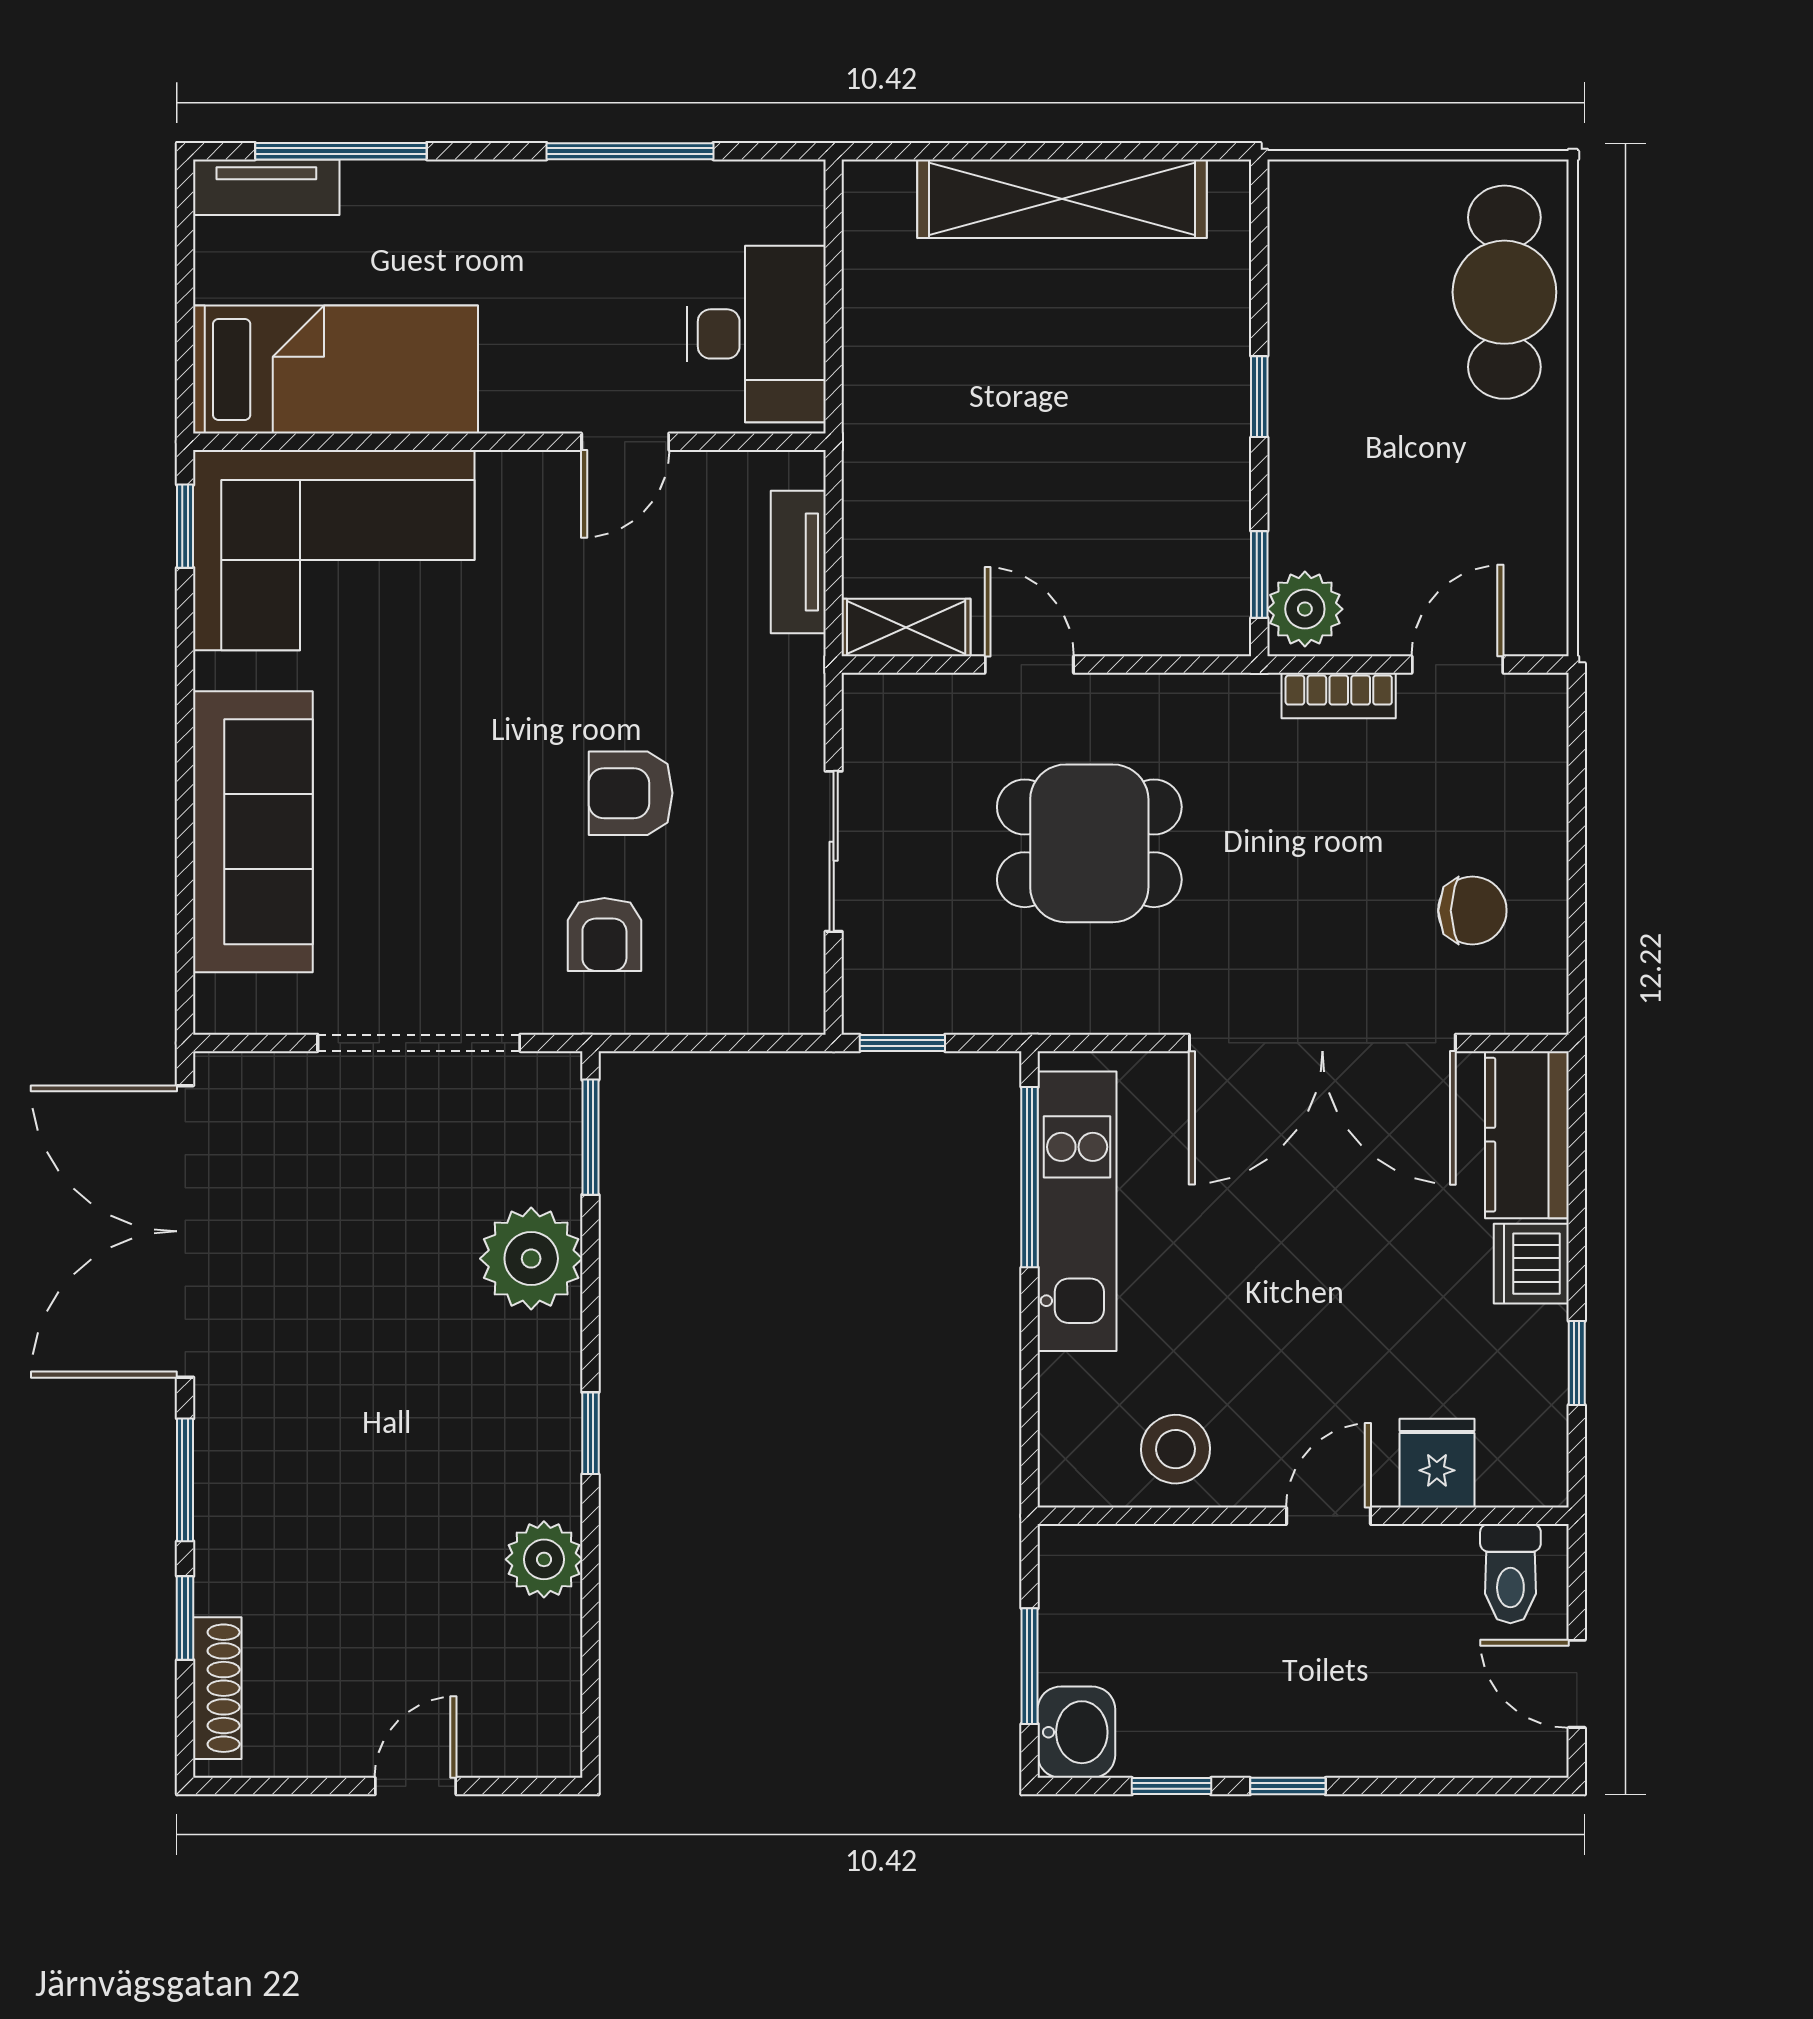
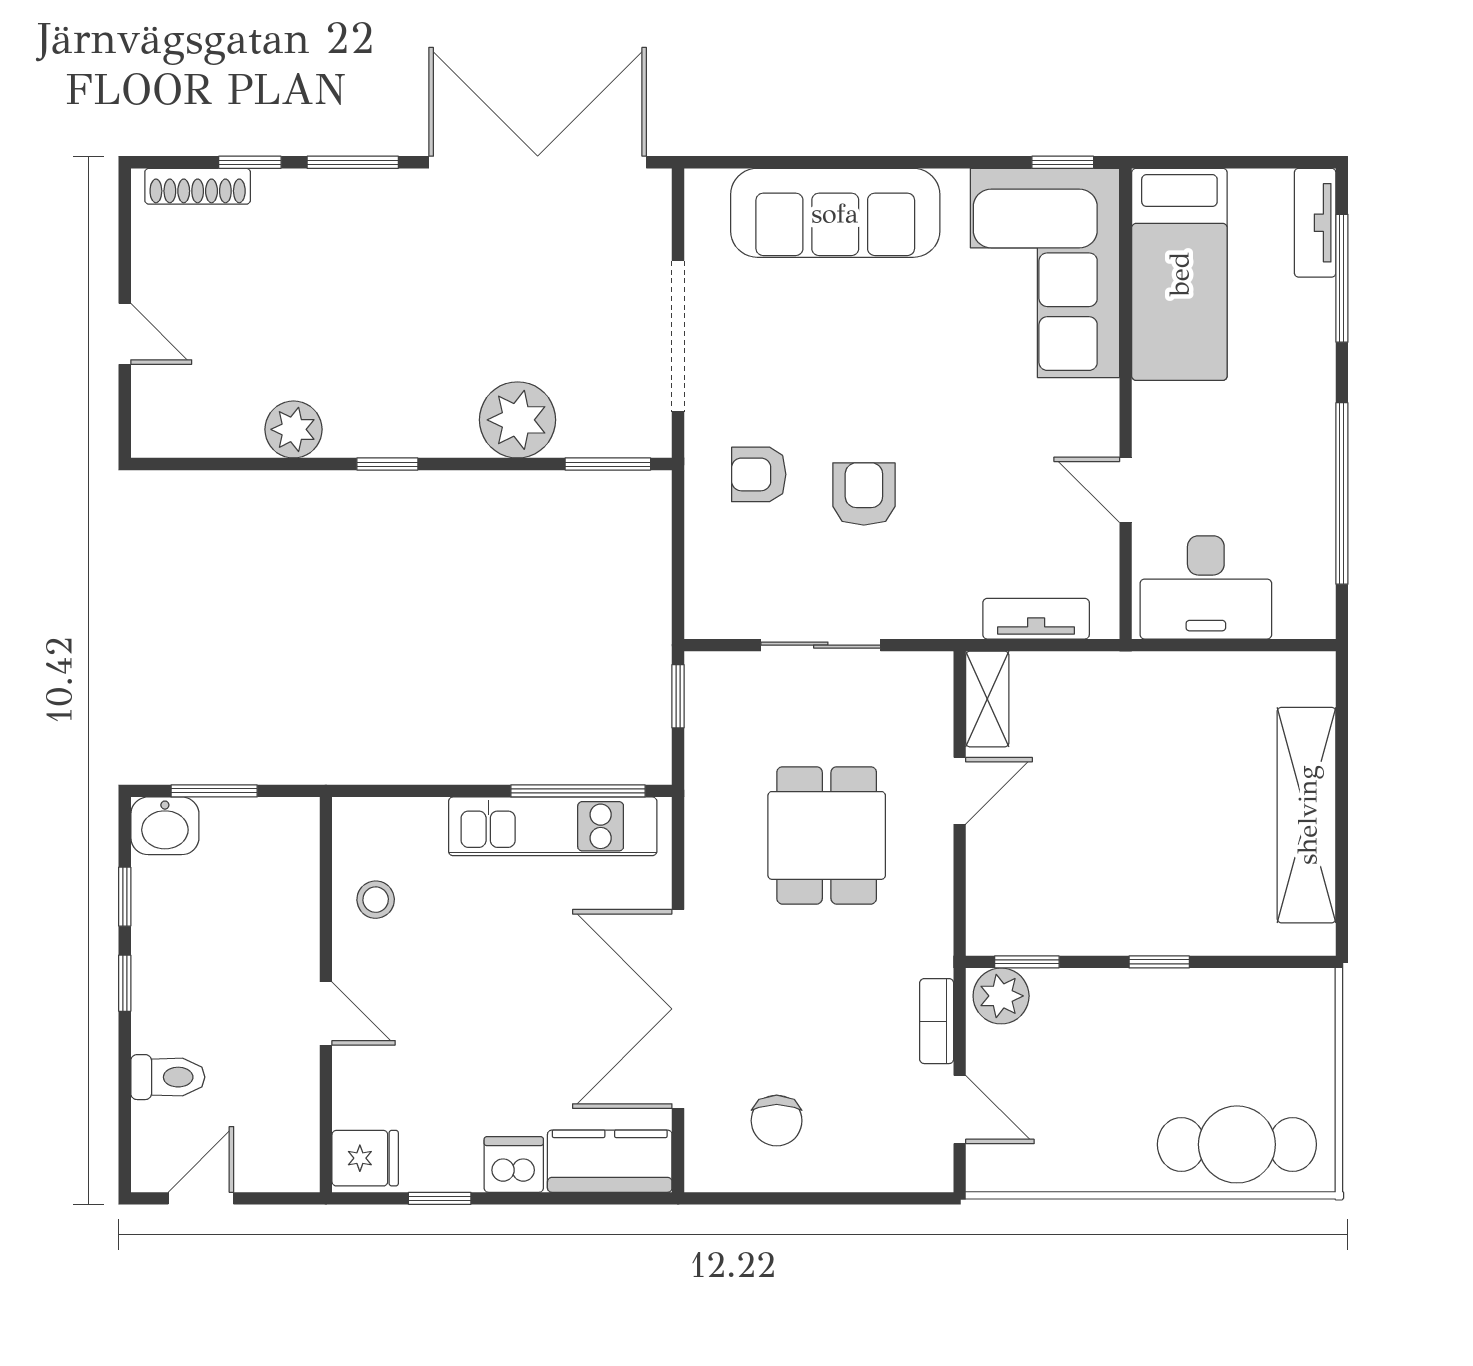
window: (630, 151) -> (1342, 493), width x1.46
stool: (1176, 1449) -> (376, 900), width x0.73, depth x0.73
fridge: (1437, 1463) -> (365, 1158), moved
toilet: (1510, 1574) -> (168, 1077), moved, turned 180

